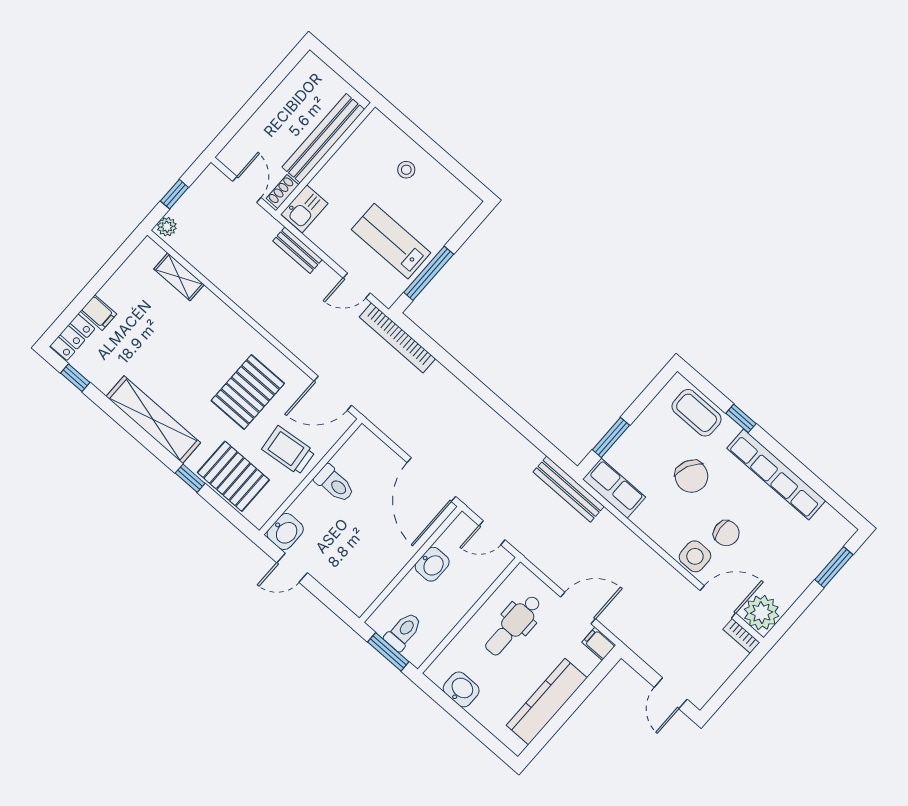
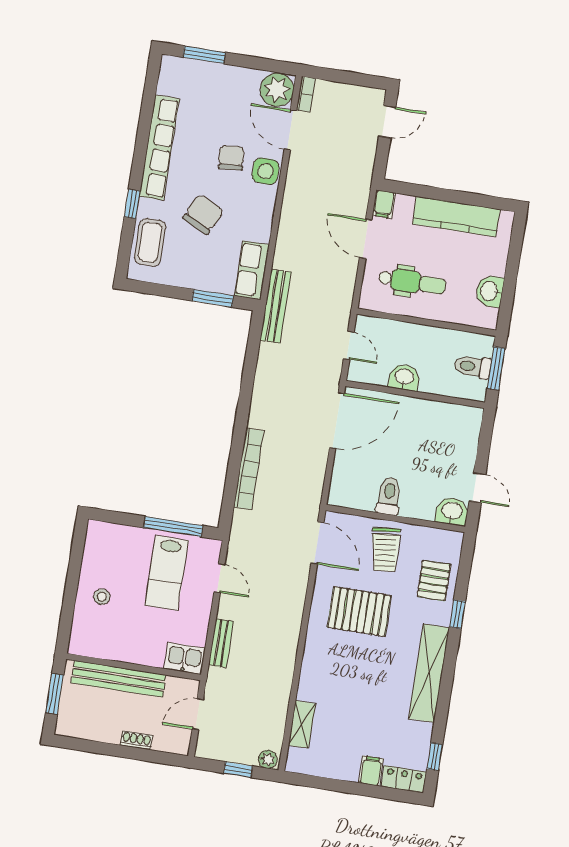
window: (346, 73) -> (55, 694), added
shoe rack: (282, 192) -> (136, 740), moved, turned 180
bookcase: (397, 338) -> (249, 469), moved
pallet: (233, 476) -> (434, 581), width x0.67, depth x0.71

